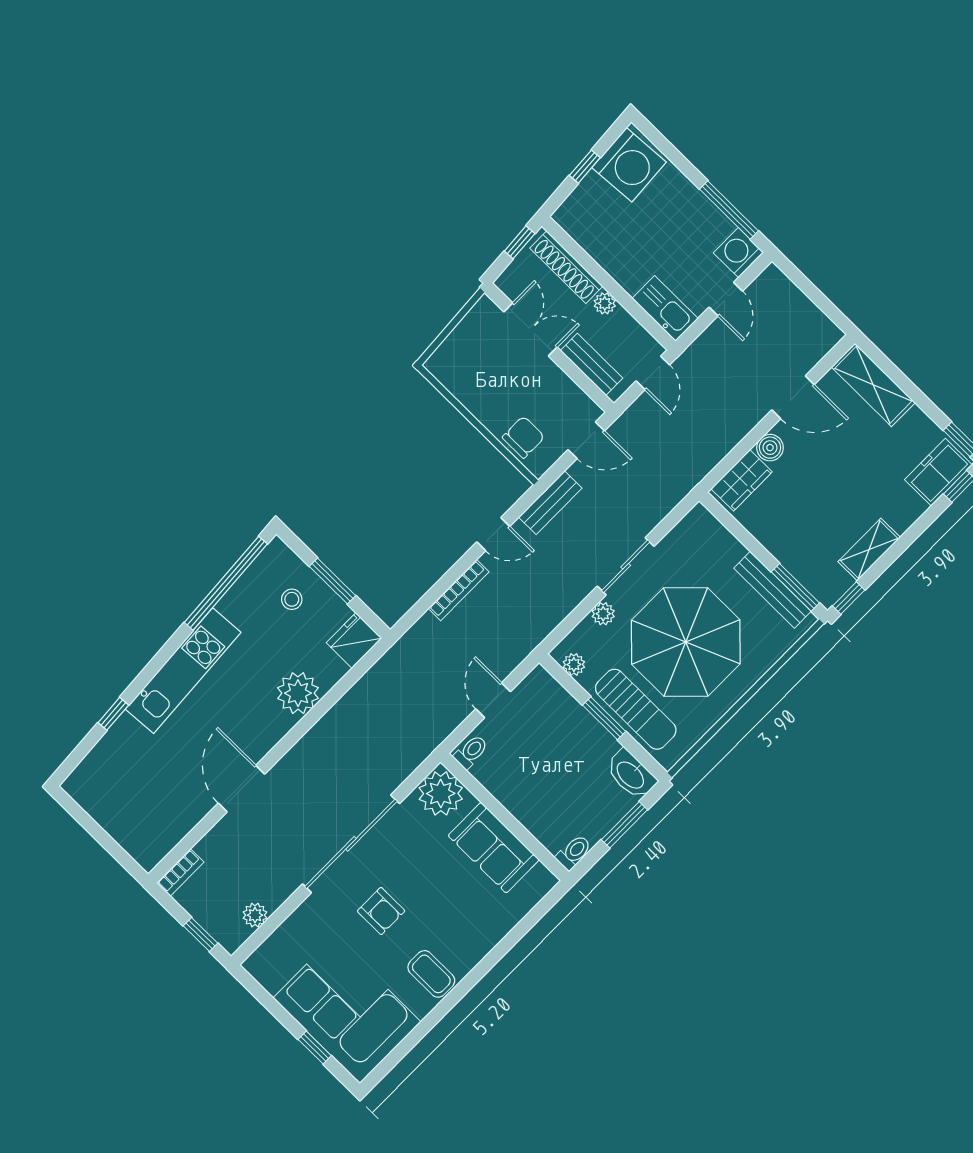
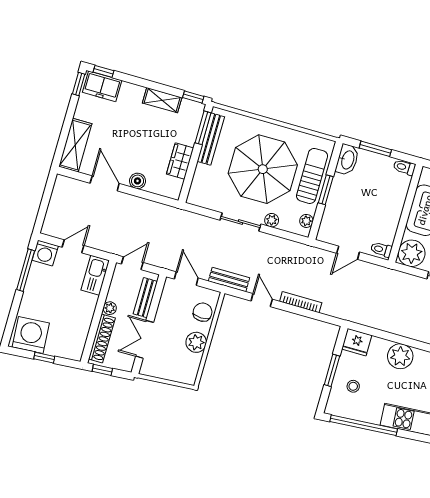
plant: (484, 403) -> (196, 342), added
chair: (523, 437) -> (203, 312), turned 90
wardrobe: (742, 480) -> (180, 161), moved, turned -90

